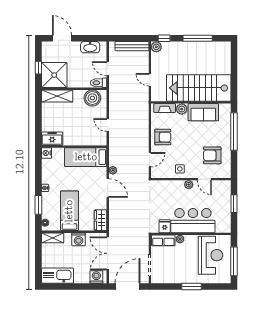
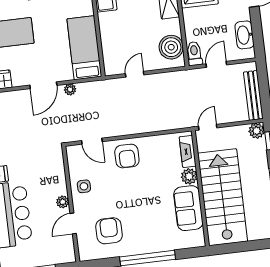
stairs: (199, 88) -> (223, 197), moved
wall: (191, 102) -> (200, 188), moved
fireplace: (165, 108) -> (188, 151), moved
plant: (182, 109) -> (189, 176), moved
sofa: (203, 112) -> (188, 208), moved

